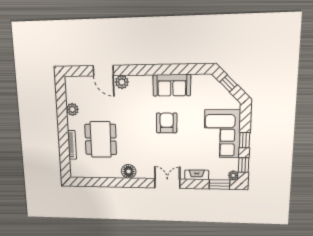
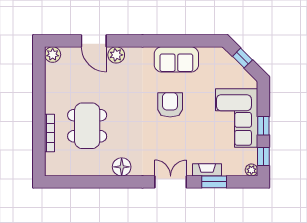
plant: (72, 109) -> (53, 55), moved
window: (219, 184) -> (214, 182), moved

